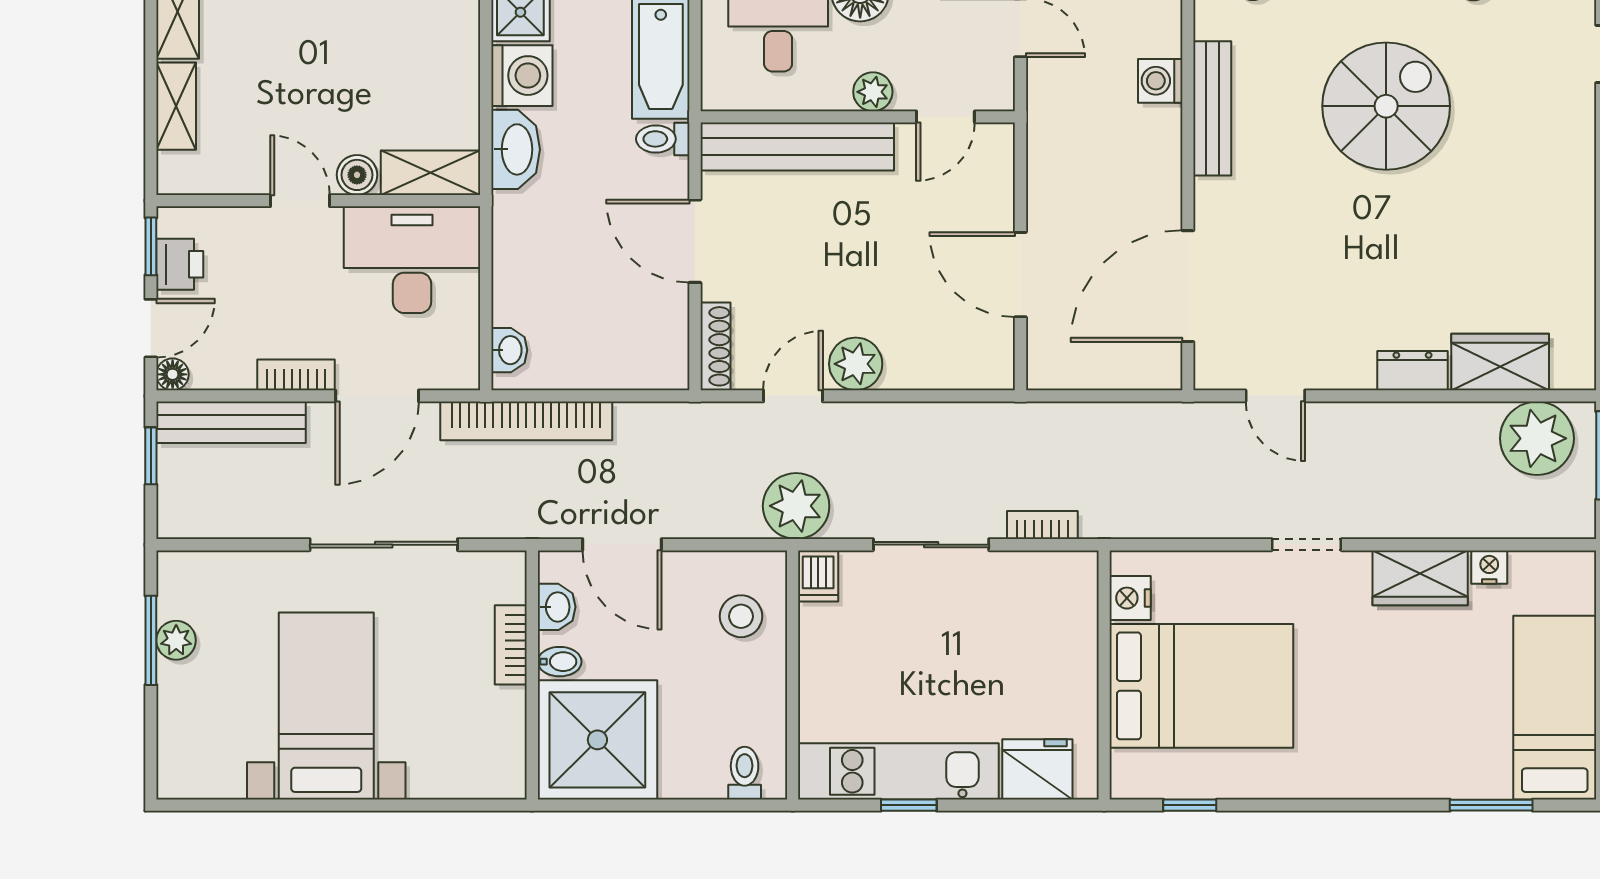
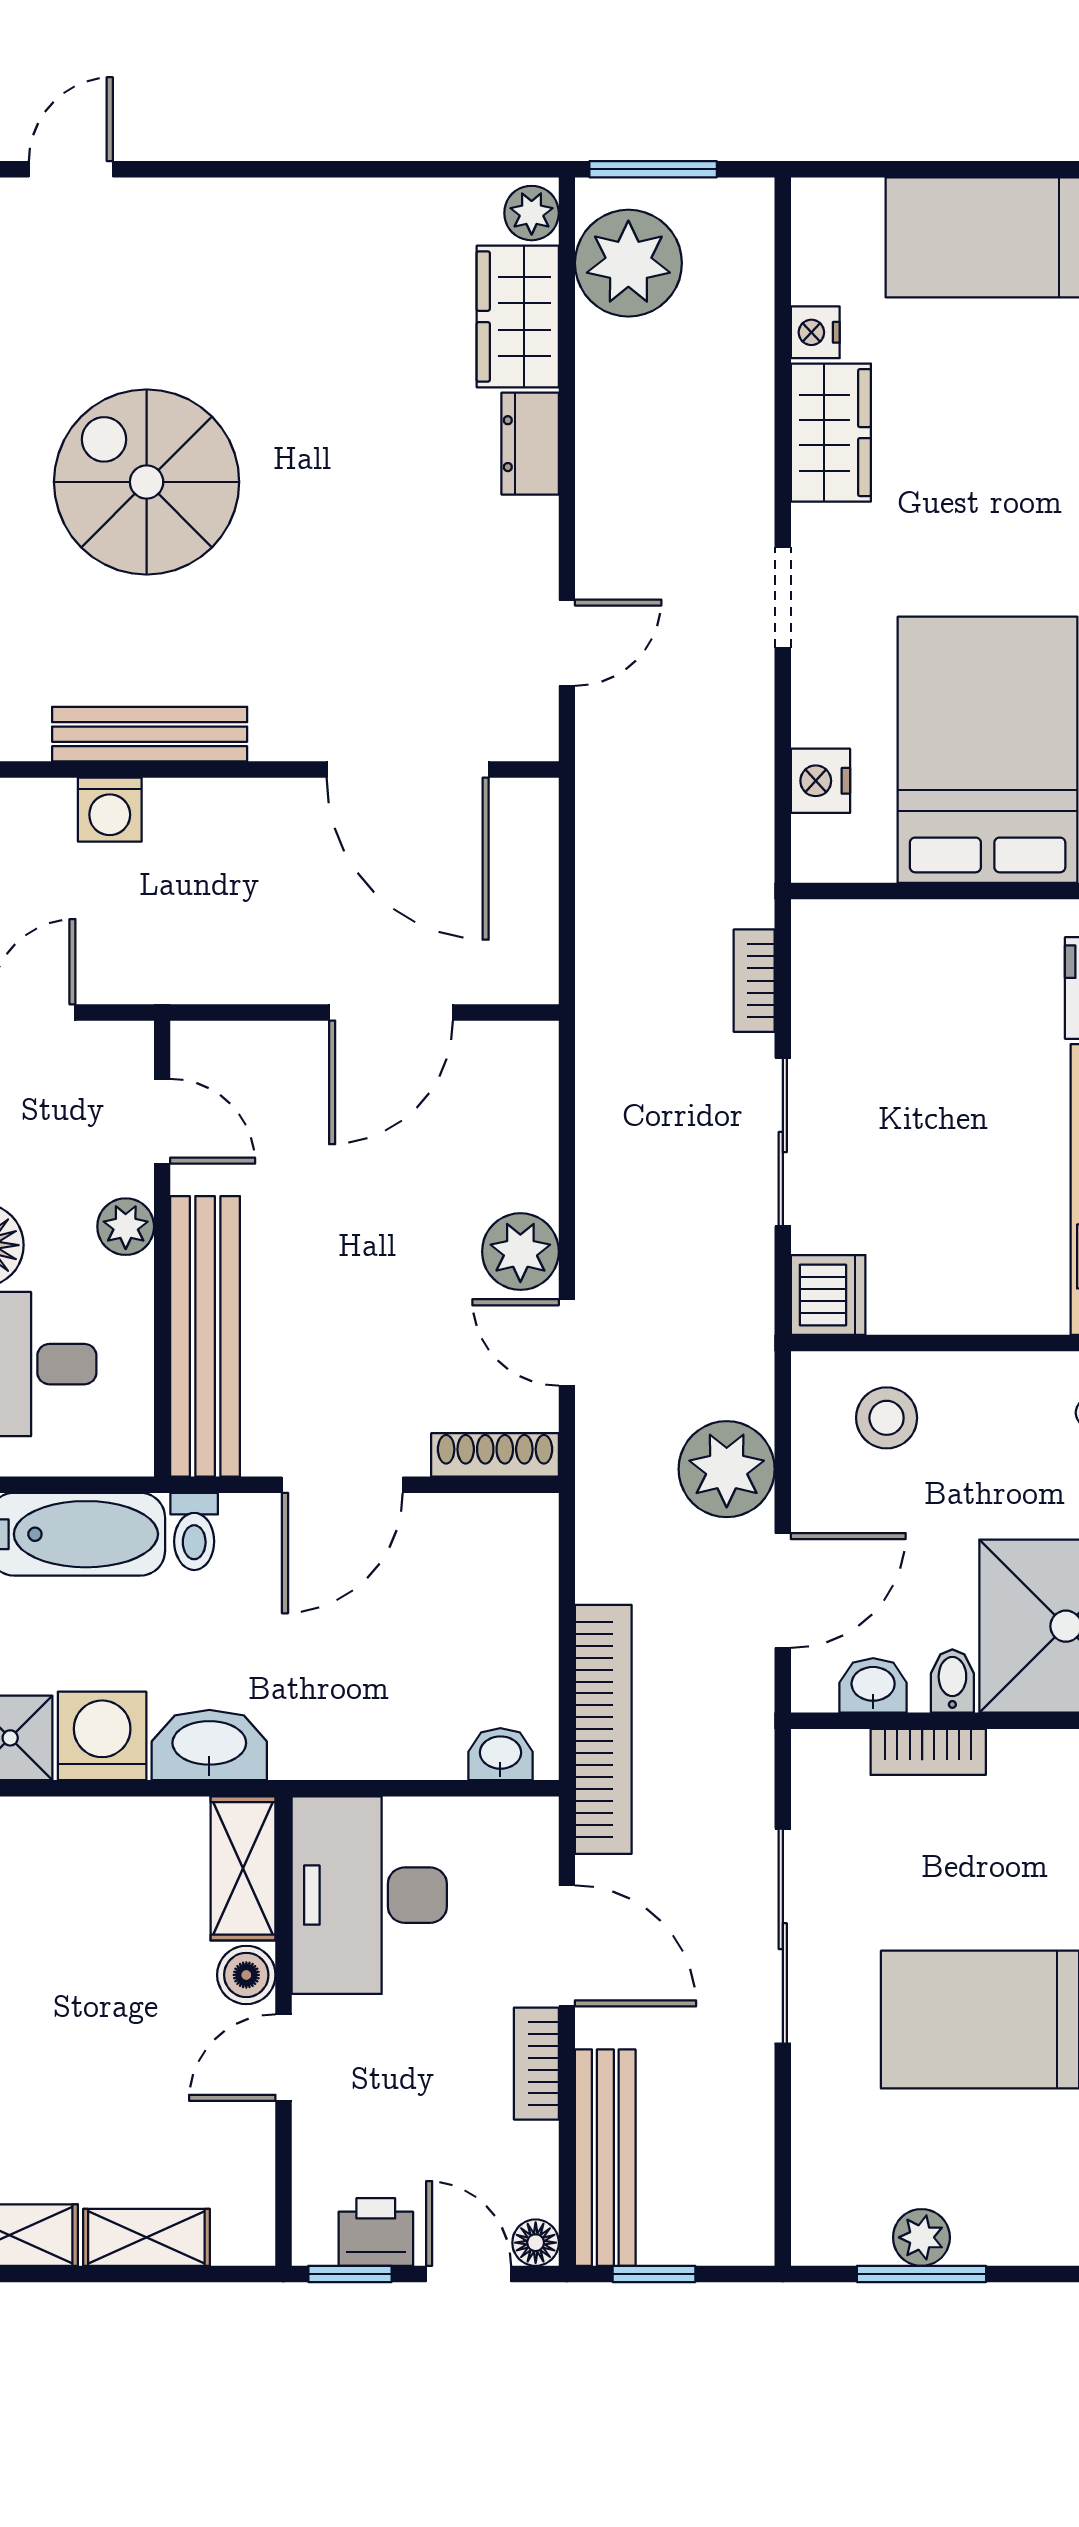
plant: (1571, 372) -> (532, 213), added
plant: (796, 506) -> (727, 1469), moved
dishwasher: (818, 576) -> (828, 1295), width x1.38
nightstand: (1130, 598) -> (820, 781), moved, turned 90

